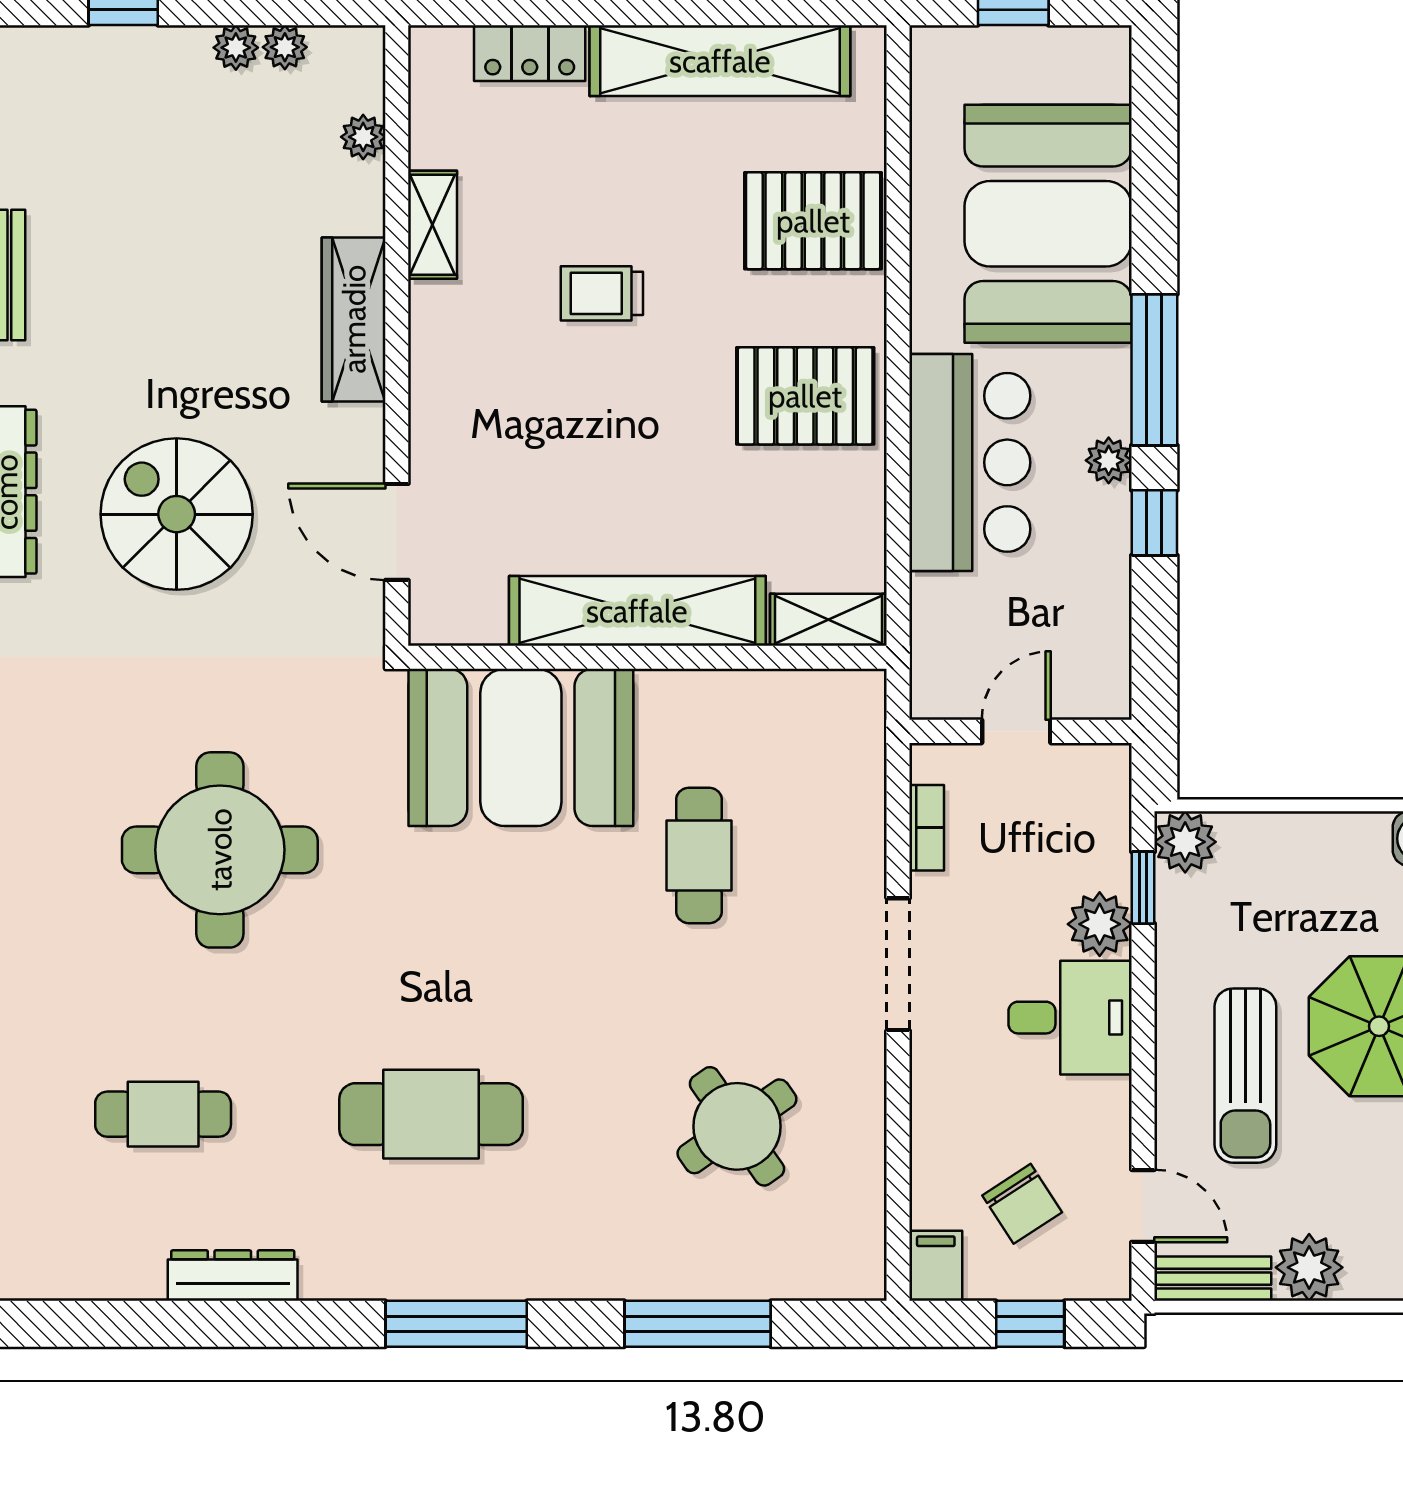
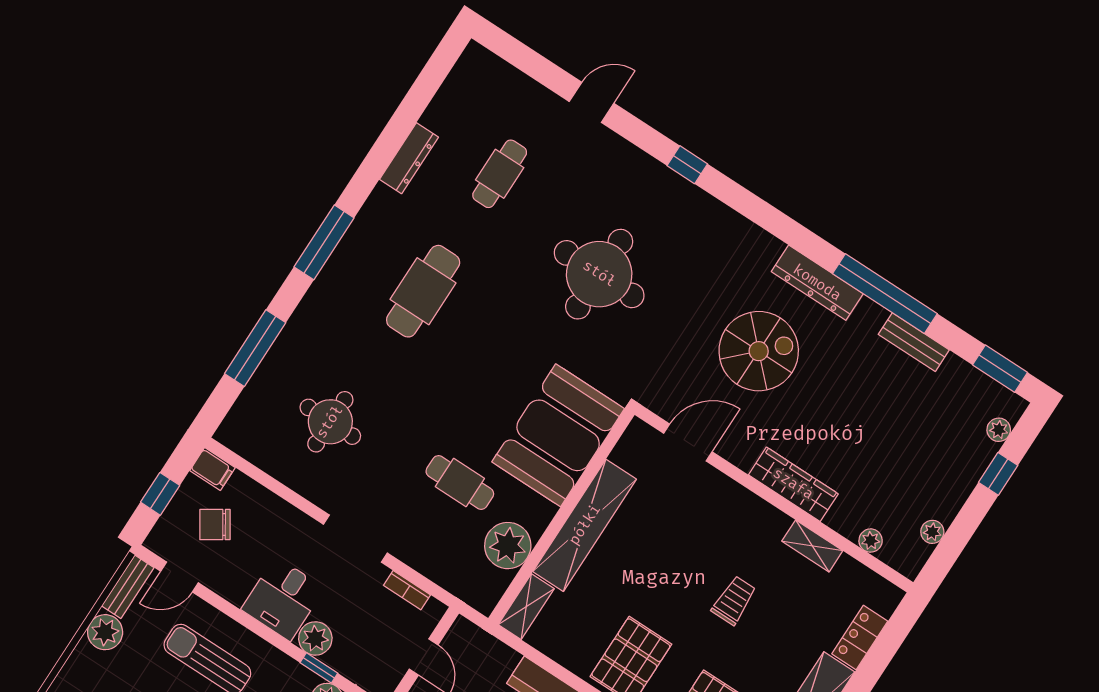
plant: (236, 48) -> (999, 430), moved
plant: (750, 713) -> (508, 546), added
round table: (737, 1126) -> (330, 422), turned 35

